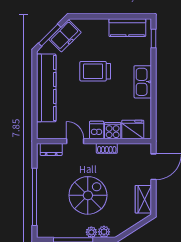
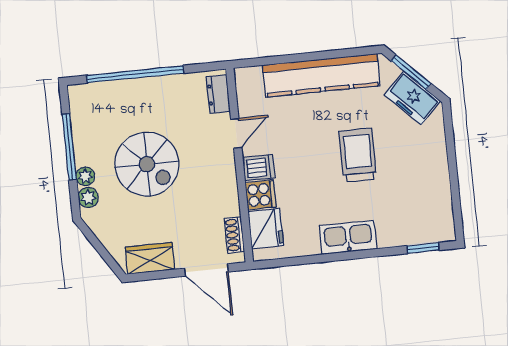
kitchen counter: (127, 28) -> (437, 202), removed
shoe rack: (107, 148) -> (234, 235), moved

